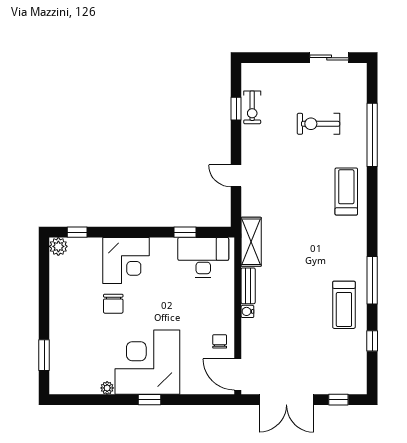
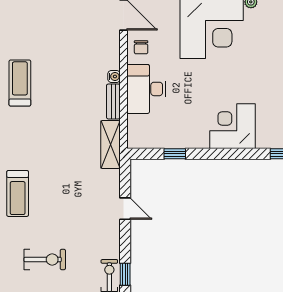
desk: (203, 257) -> (146, 89), moved, turned 90
chair: (113, 304) -> (245, 84), removed

